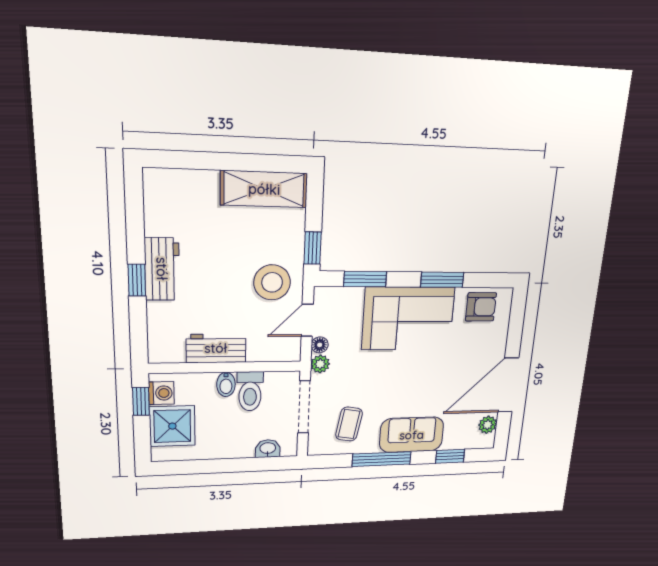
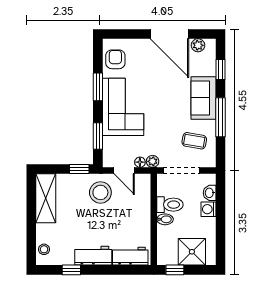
stool: (172, 183) -> (44, 249), added
window: (137, 280) -> (71, 270), moved
workbench: (216, 348) -> (130, 256), moved, turned 90
washing machine: (161, 393) -> (208, 209), moved, turned -90

